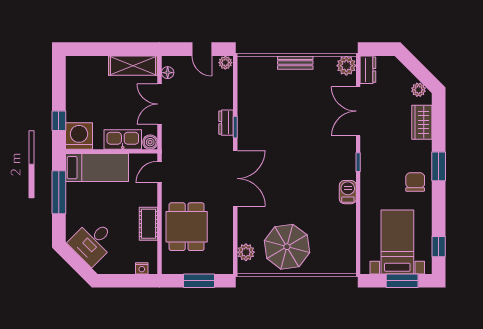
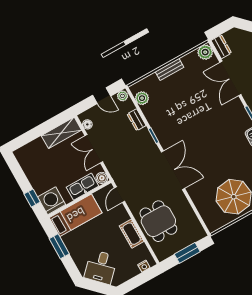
dresser: (226, 123) -> (137, 120), moved
window: (59, 192) -> (59, 246), width x0.69
plant: (246, 252) -> (142, 98), moved

